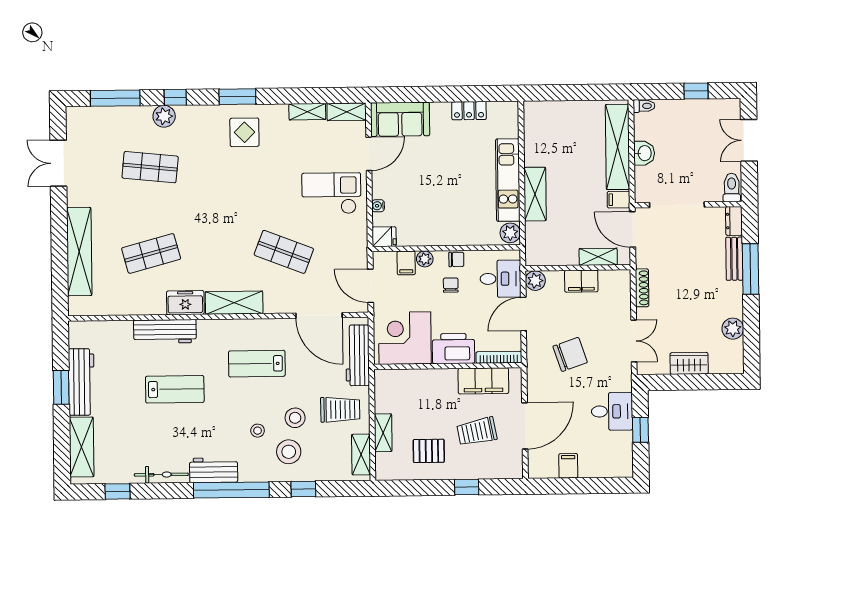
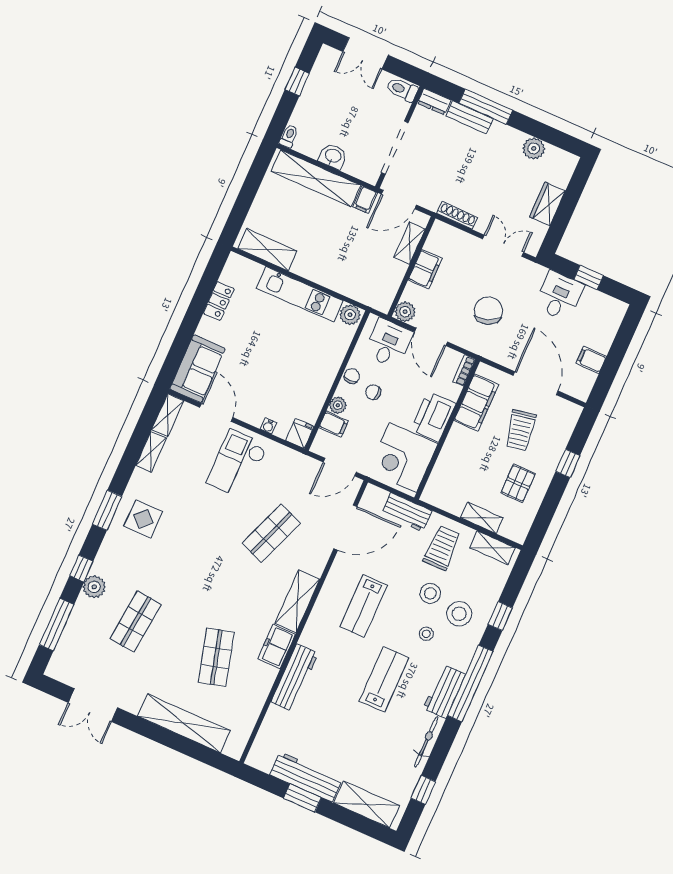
shelving: (535, 194) -> (267, 250), moved
workbench: (358, 355) -> (407, 512), width x0.73
bookcase: (499, 357) -> (464, 370), width x0.64
lab bench: (175, 389) -> (384, 679), moved

